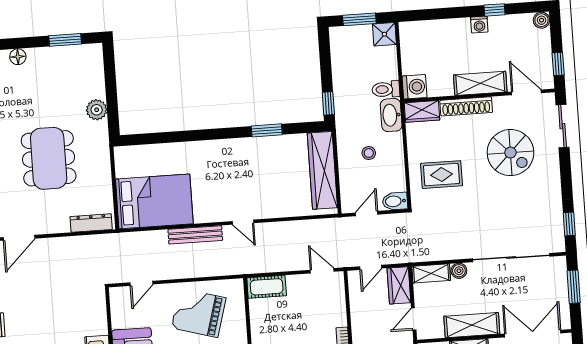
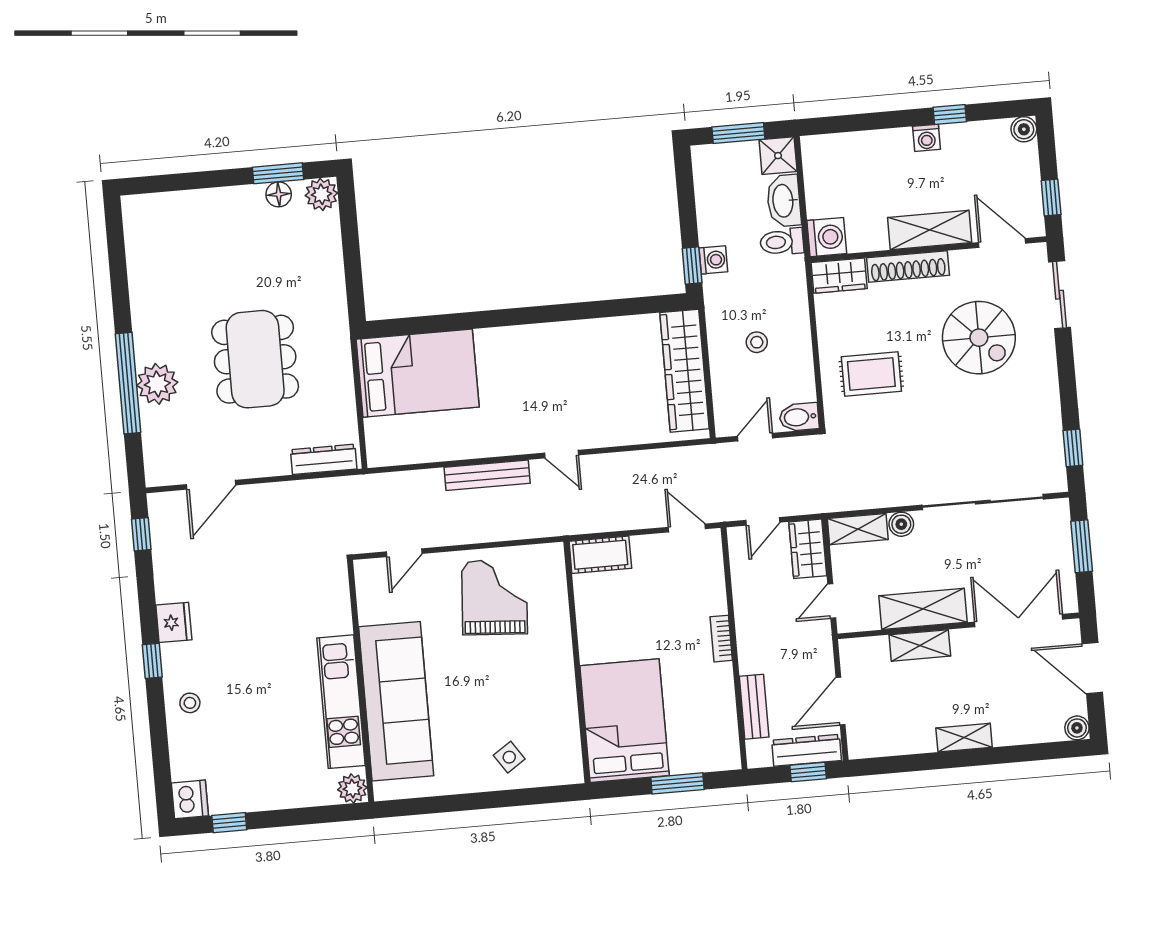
floor lamp: (18, 57) -> (279, 194), moved
washing machine: (342, 100) -> (713, 260), added
plant: (97, 110) -> (321, 194), moved
washbasin: (391, 115) -> (784, 201), moved
window: (267, 130) -> (596, 310), removed
bed: (154, 201) -> (418, 373), moved
grand piano: (199, 313) -> (495, 597), turned 78

